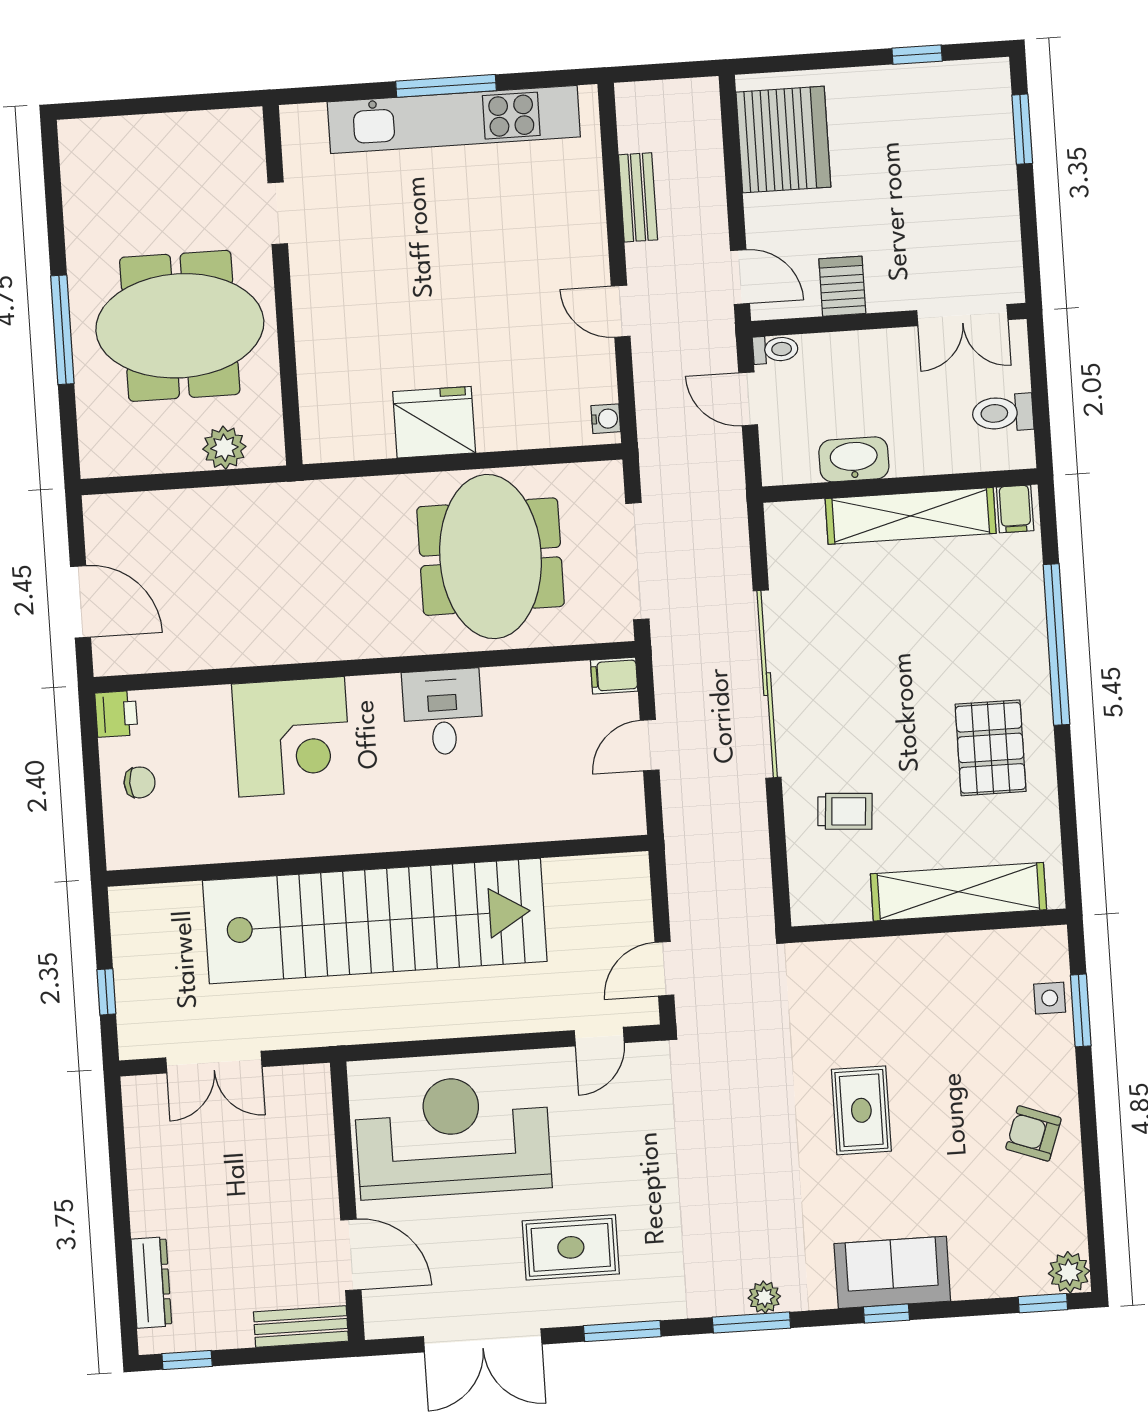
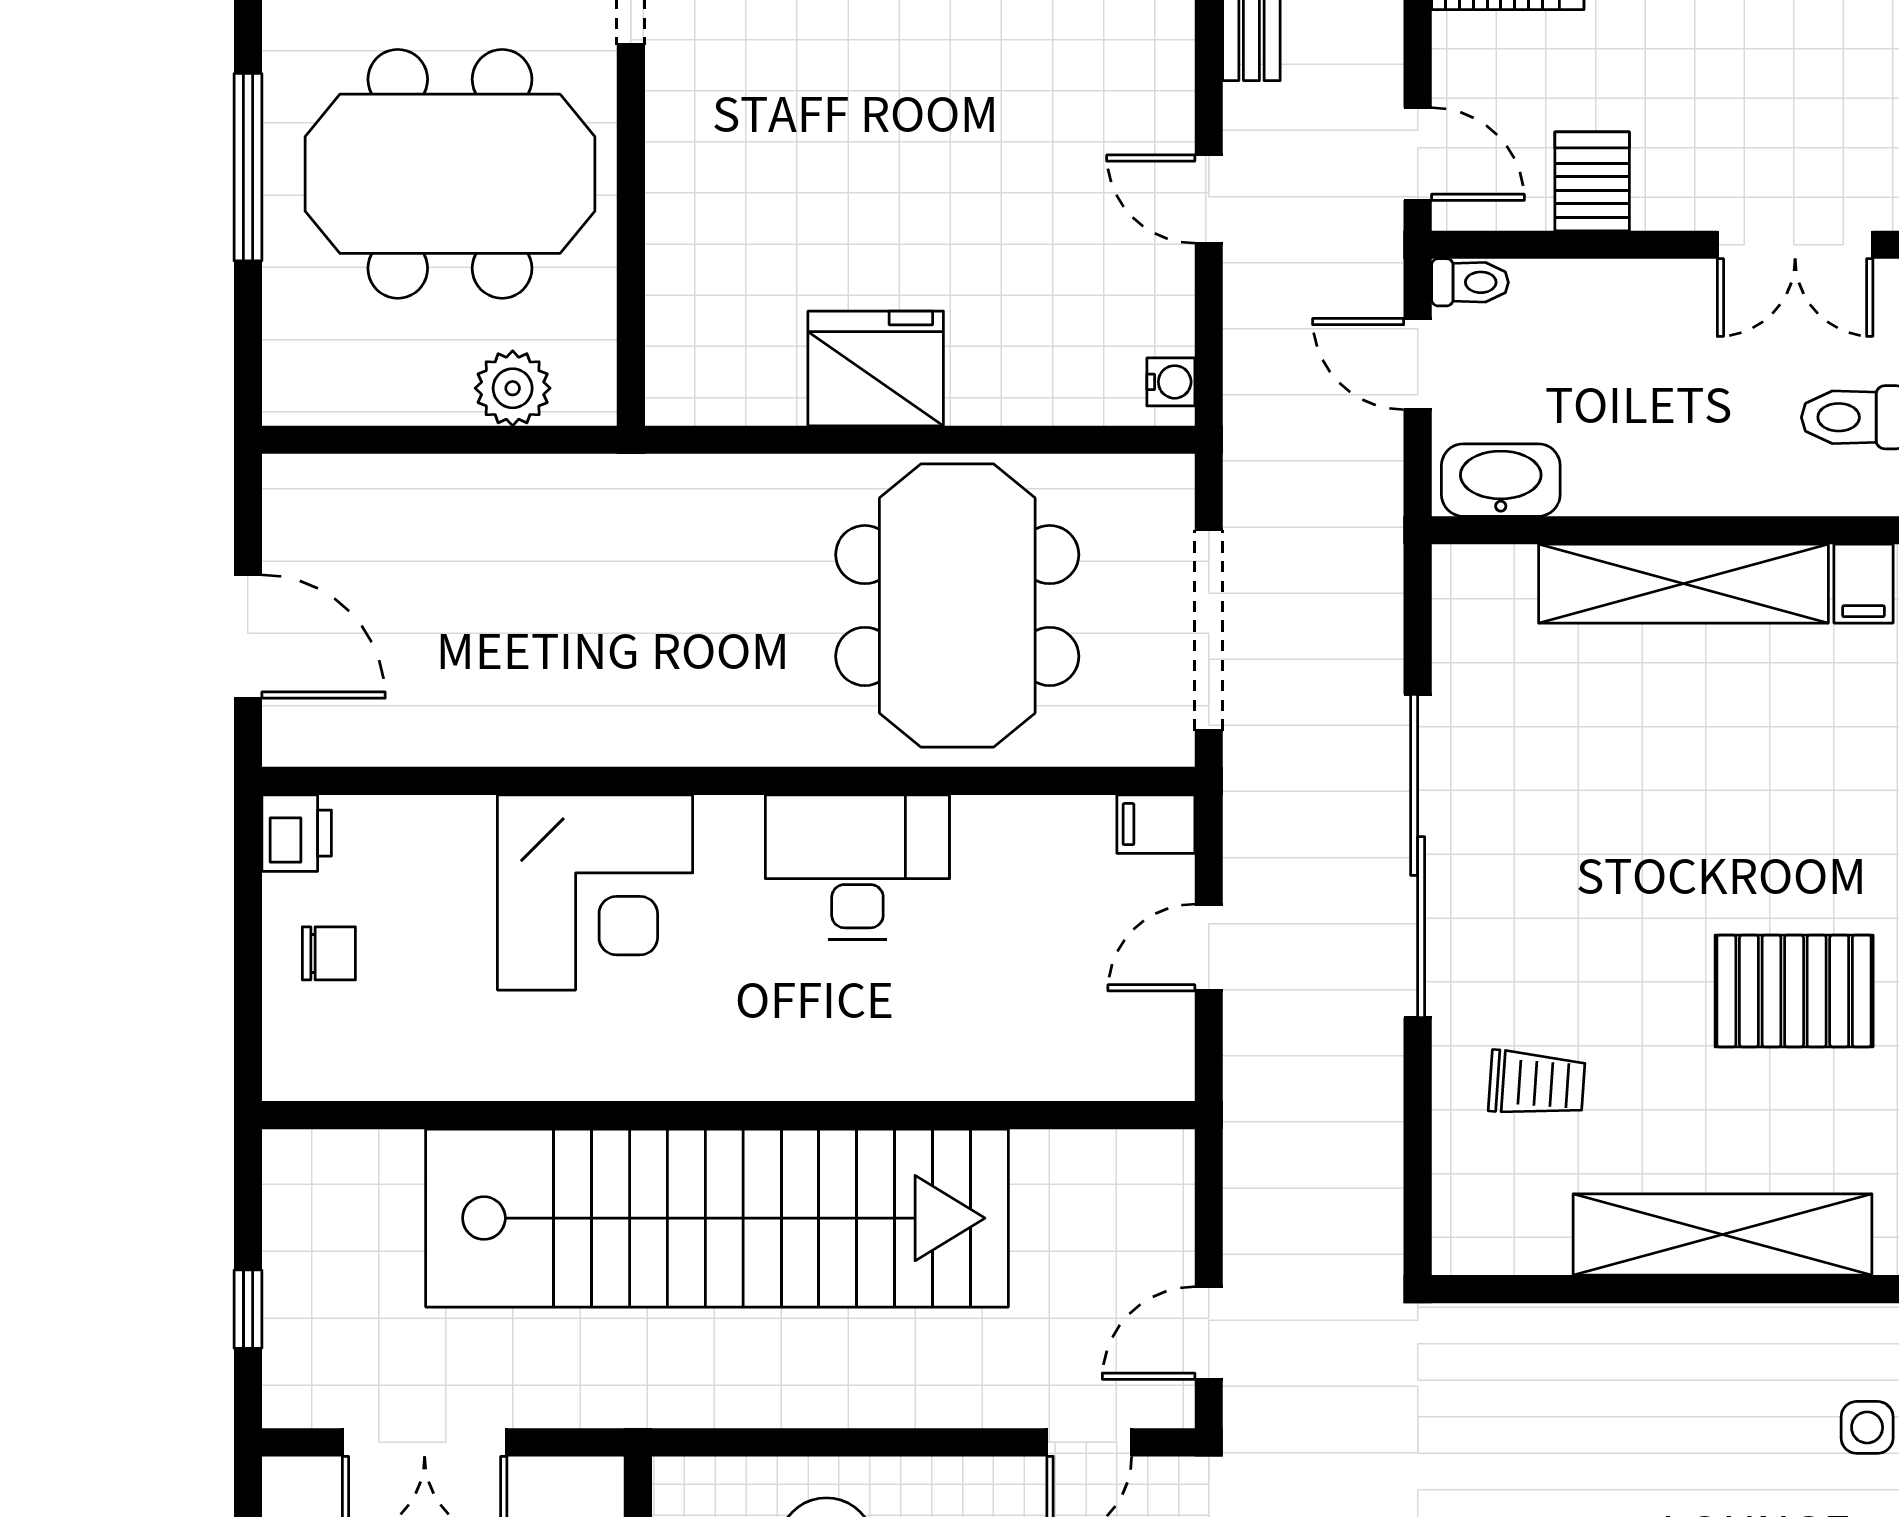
washbasin: (854, 459) -> (1501, 480), moved
desk: (443, 712) -> (857, 867), width x1.37
pallet: (991, 748) -> (1794, 991), turned 90

